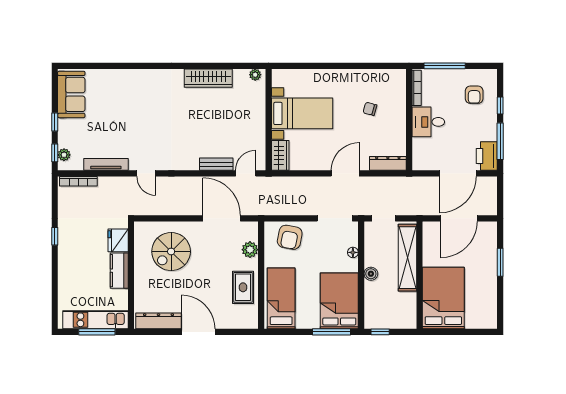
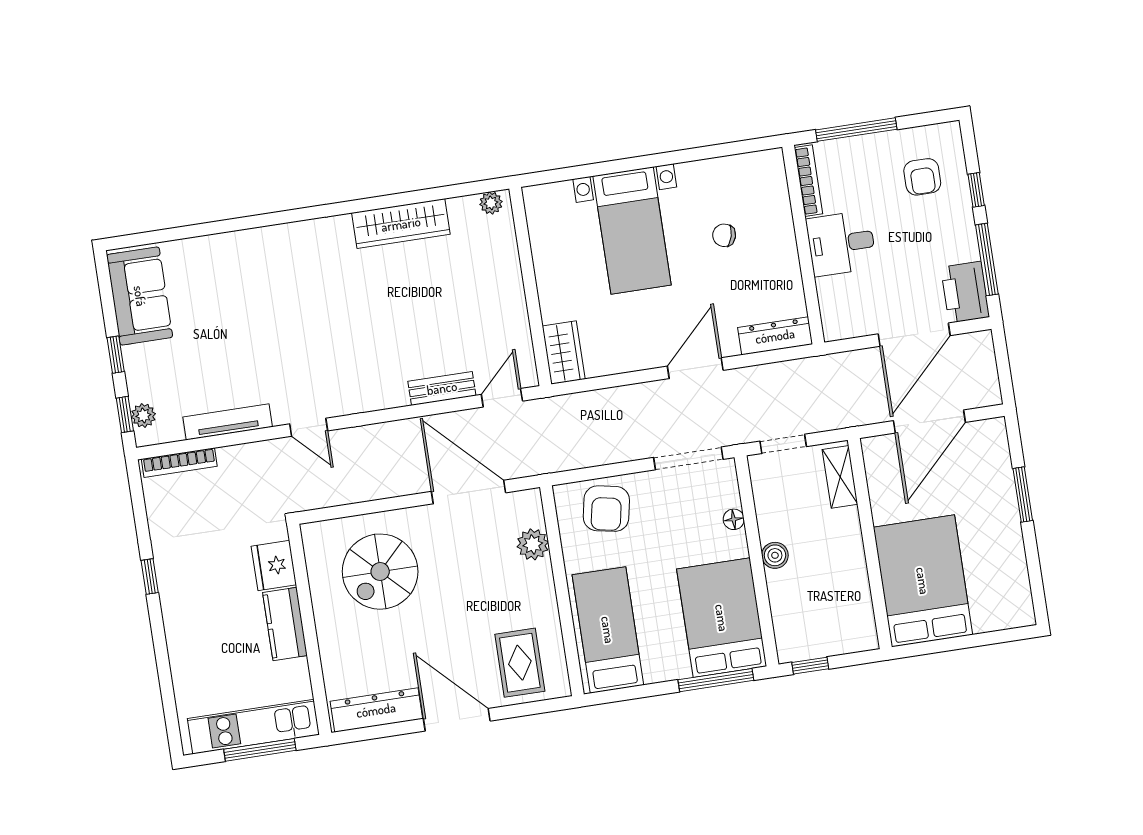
bed with nightstands: (302, 113) -> (632, 231), moved, turned 90
shelving: (407, 258) -> (840, 477), width x0.45, depth x0.75
rug: (243, 287) -> (520, 663), moved

